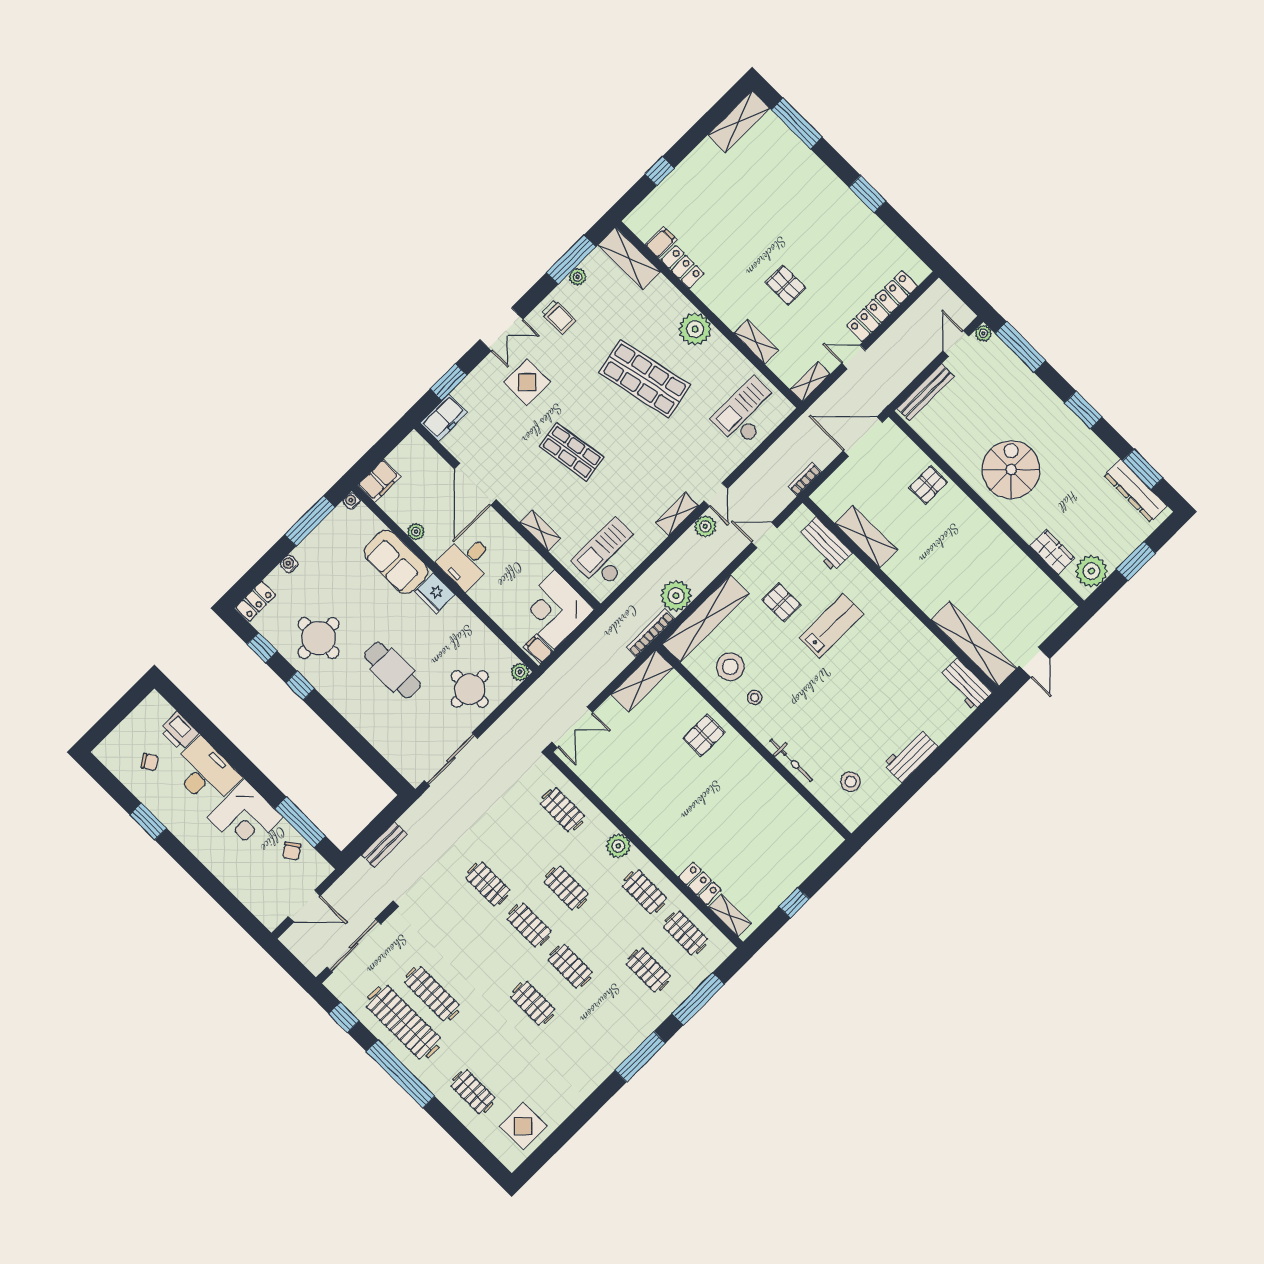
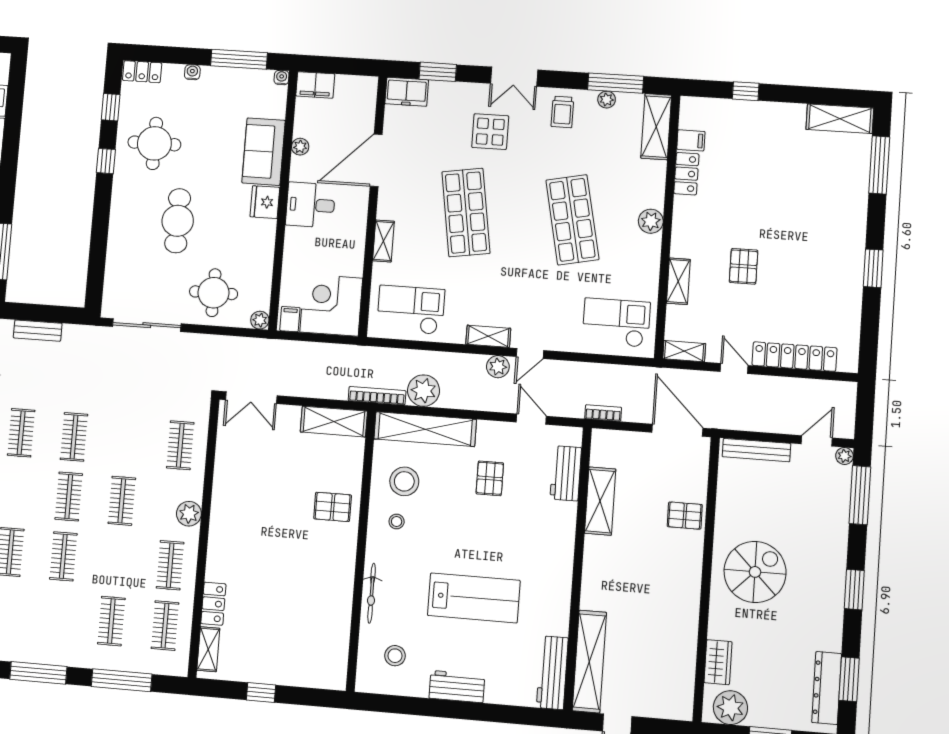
plant: (695, 329) -> (651, 221), width x0.73, depth x0.73
shop shelf: (572, 452) -> (466, 213), width x1.43, depth x1.36
lab bench: (831, 626) -> (474, 598), moved, width x1.36, depth x1.39
workbench: (966, 684) -> (552, 673), width x1.38
clothes rail: (451, 921) -> (21, 433), added

